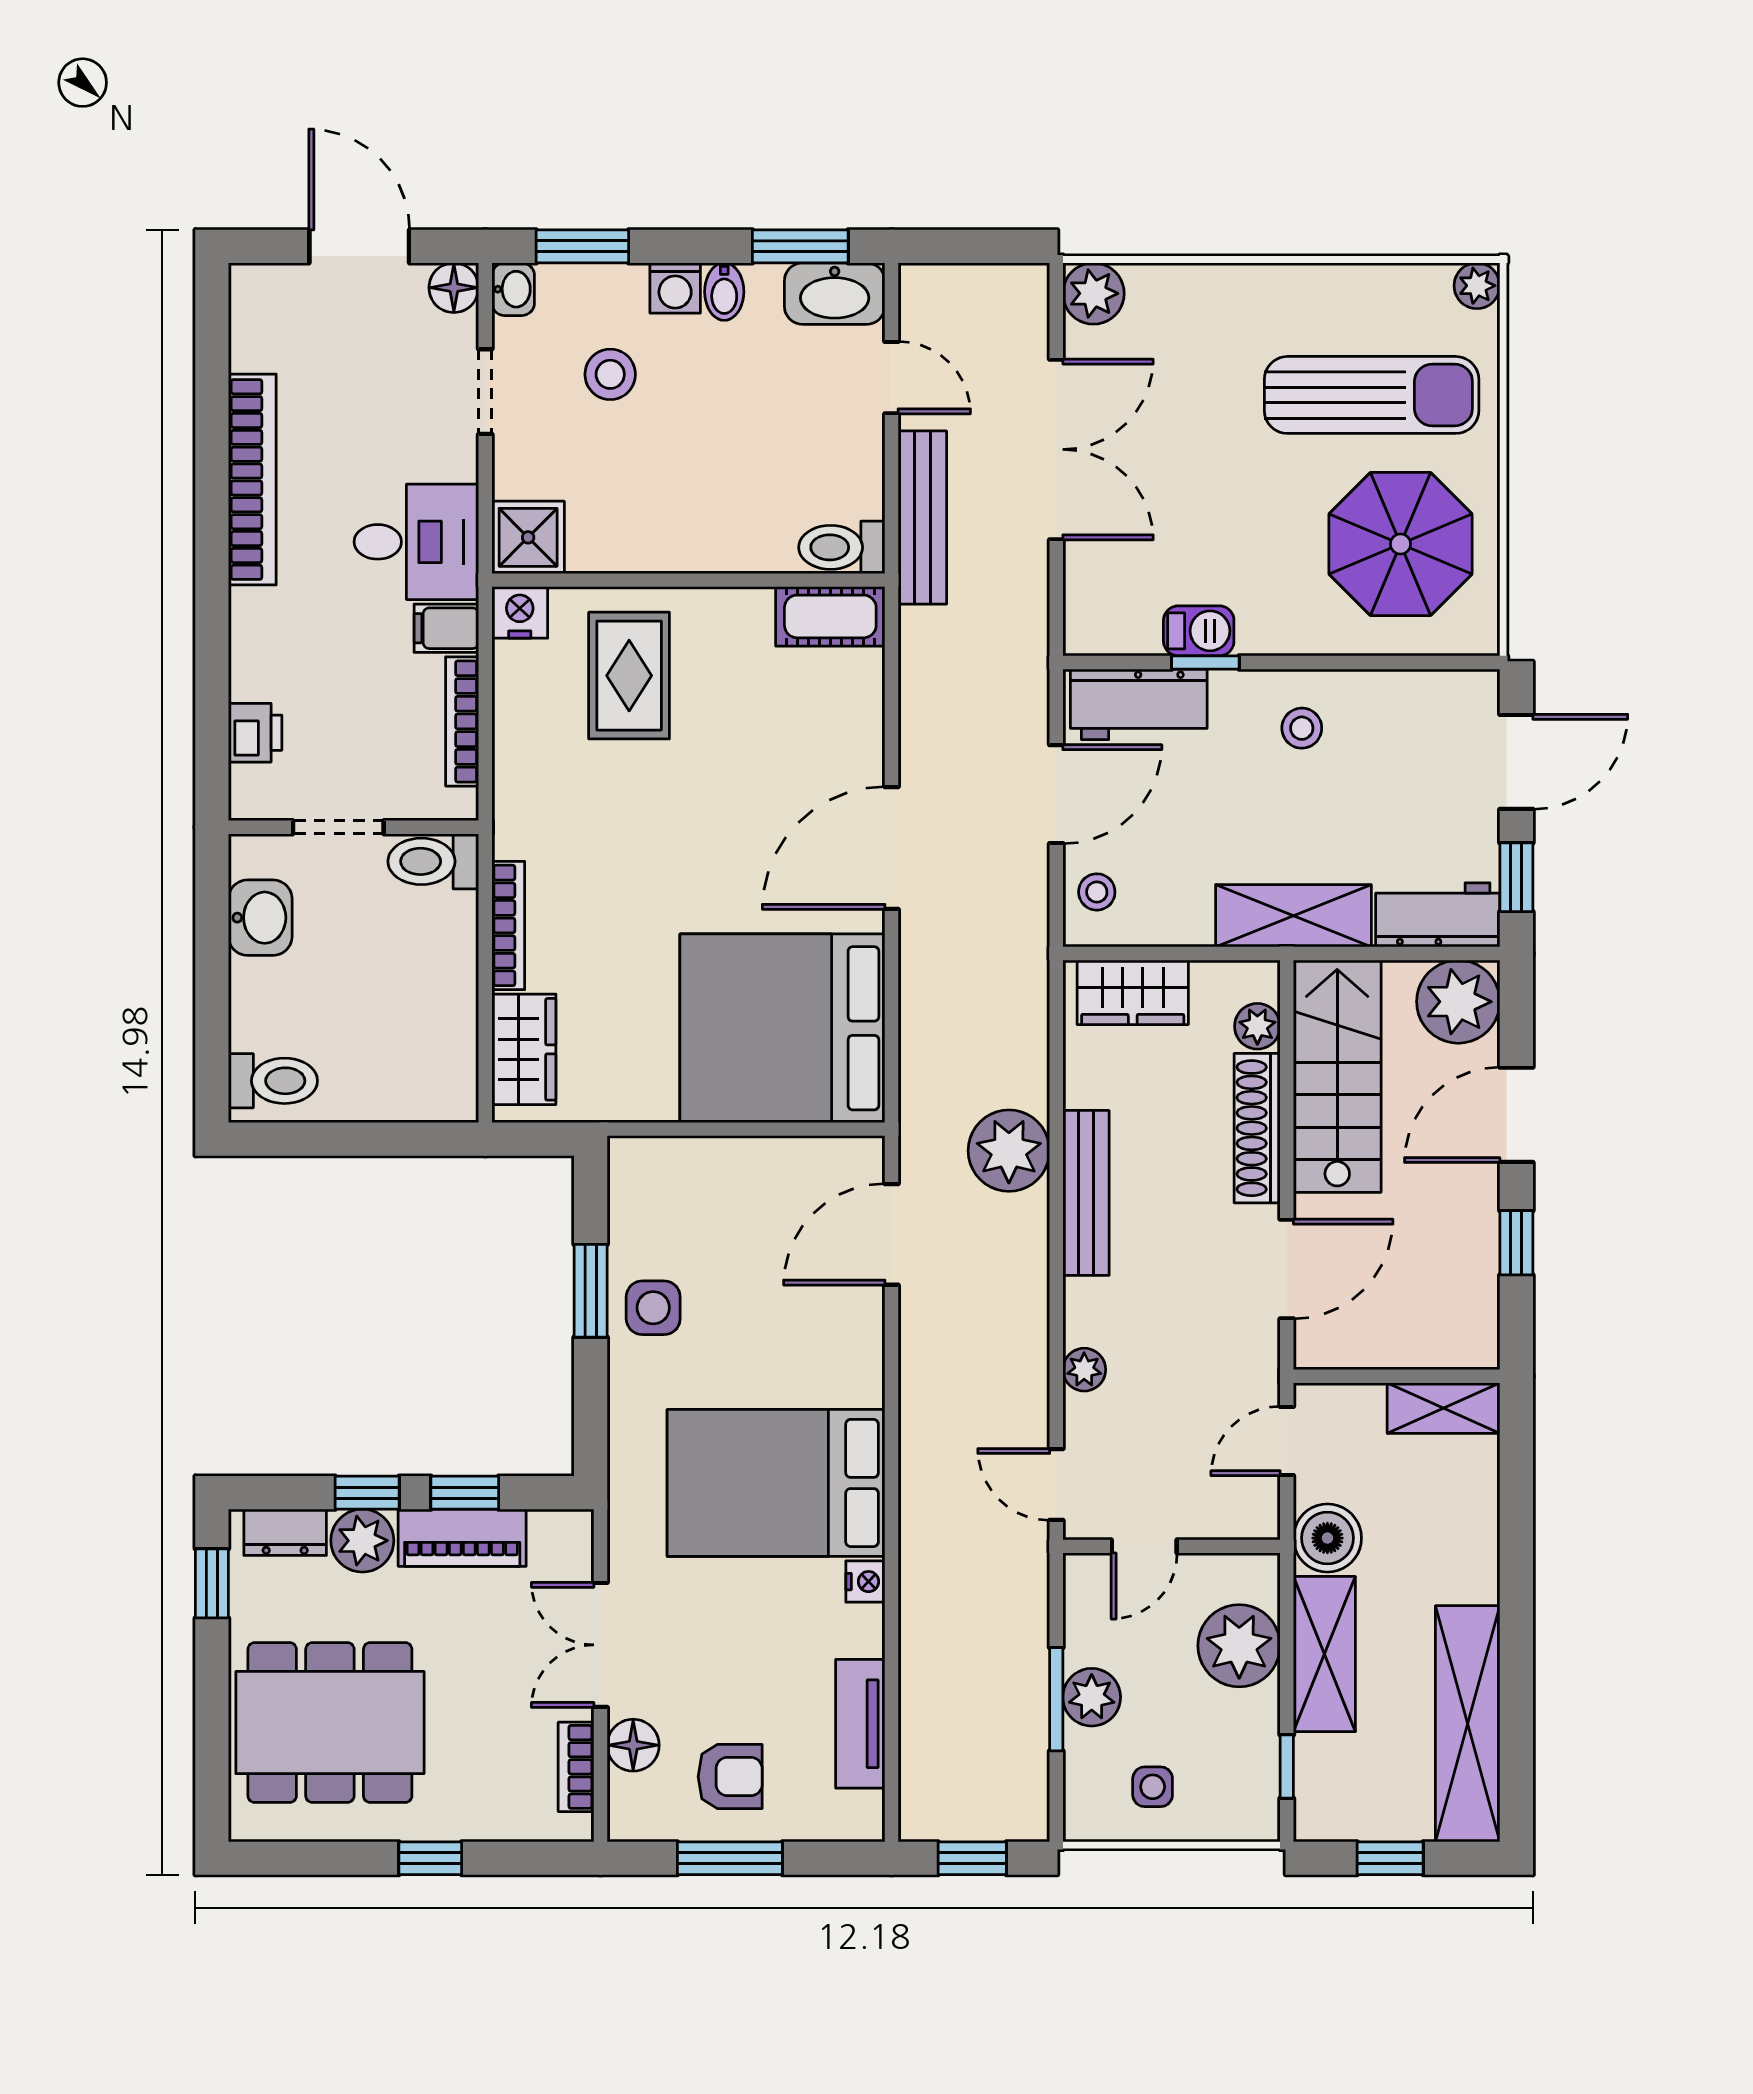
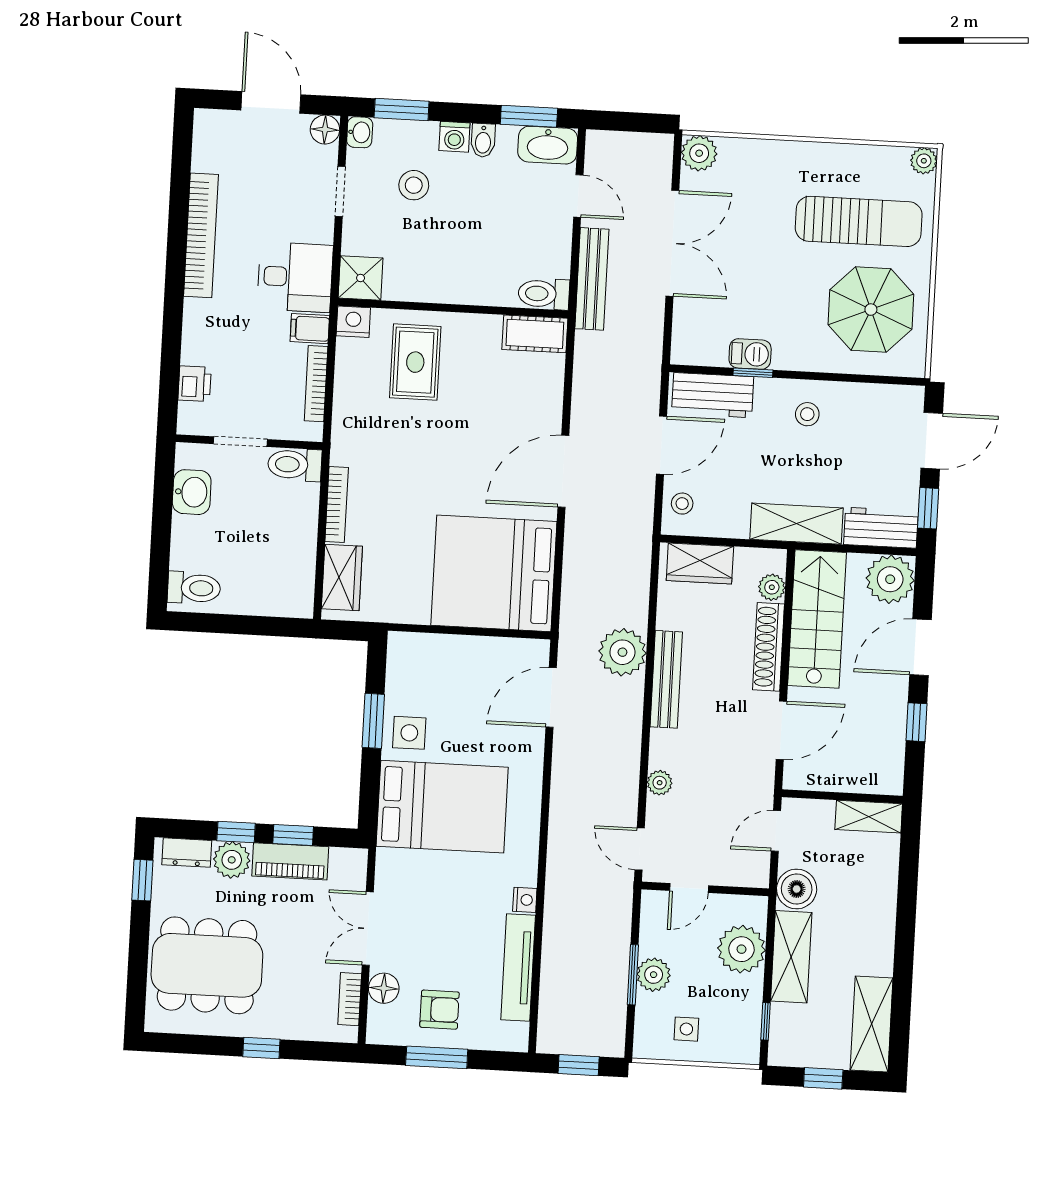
bed: (776, 1483) -> (442, 807), moved, turned 180
tv unit: (860, 1724) -> (518, 967), width x1.41
shelving: (1468, 1724) -> (872, 1024), width x0.68

